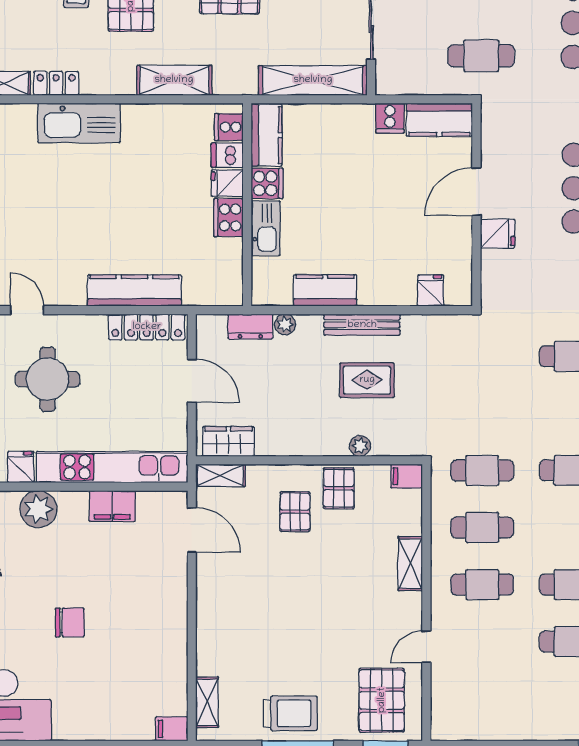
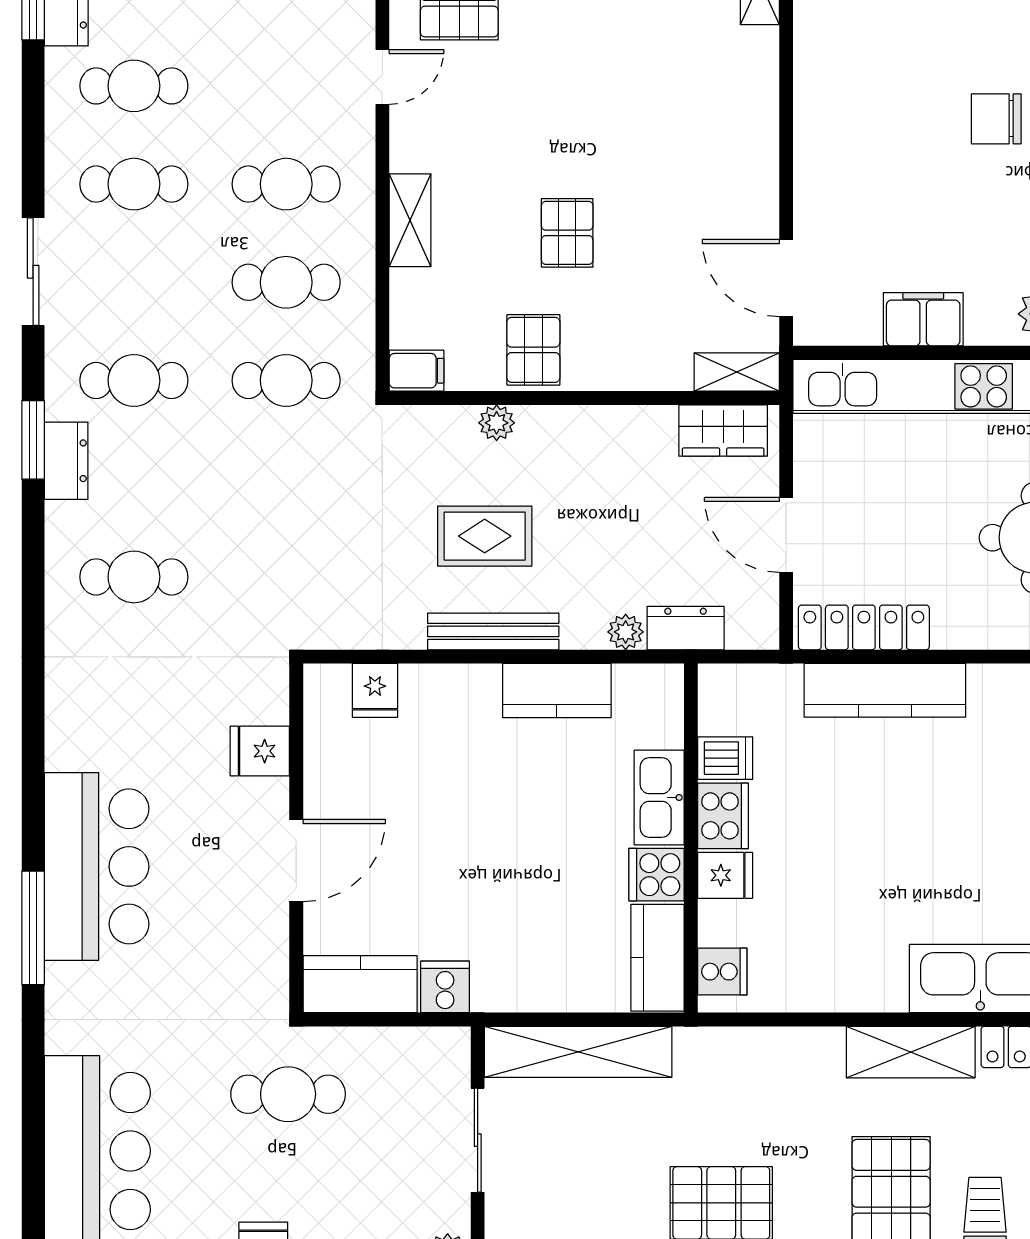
shelving: (174, 80) -> (911, 1052), moved
dishwasher: (227, 155) -> (725, 758), moved
fridge: (498, 234) -> (260, 751), moved
pallet: (295, 512) -> (567, 233), moved

